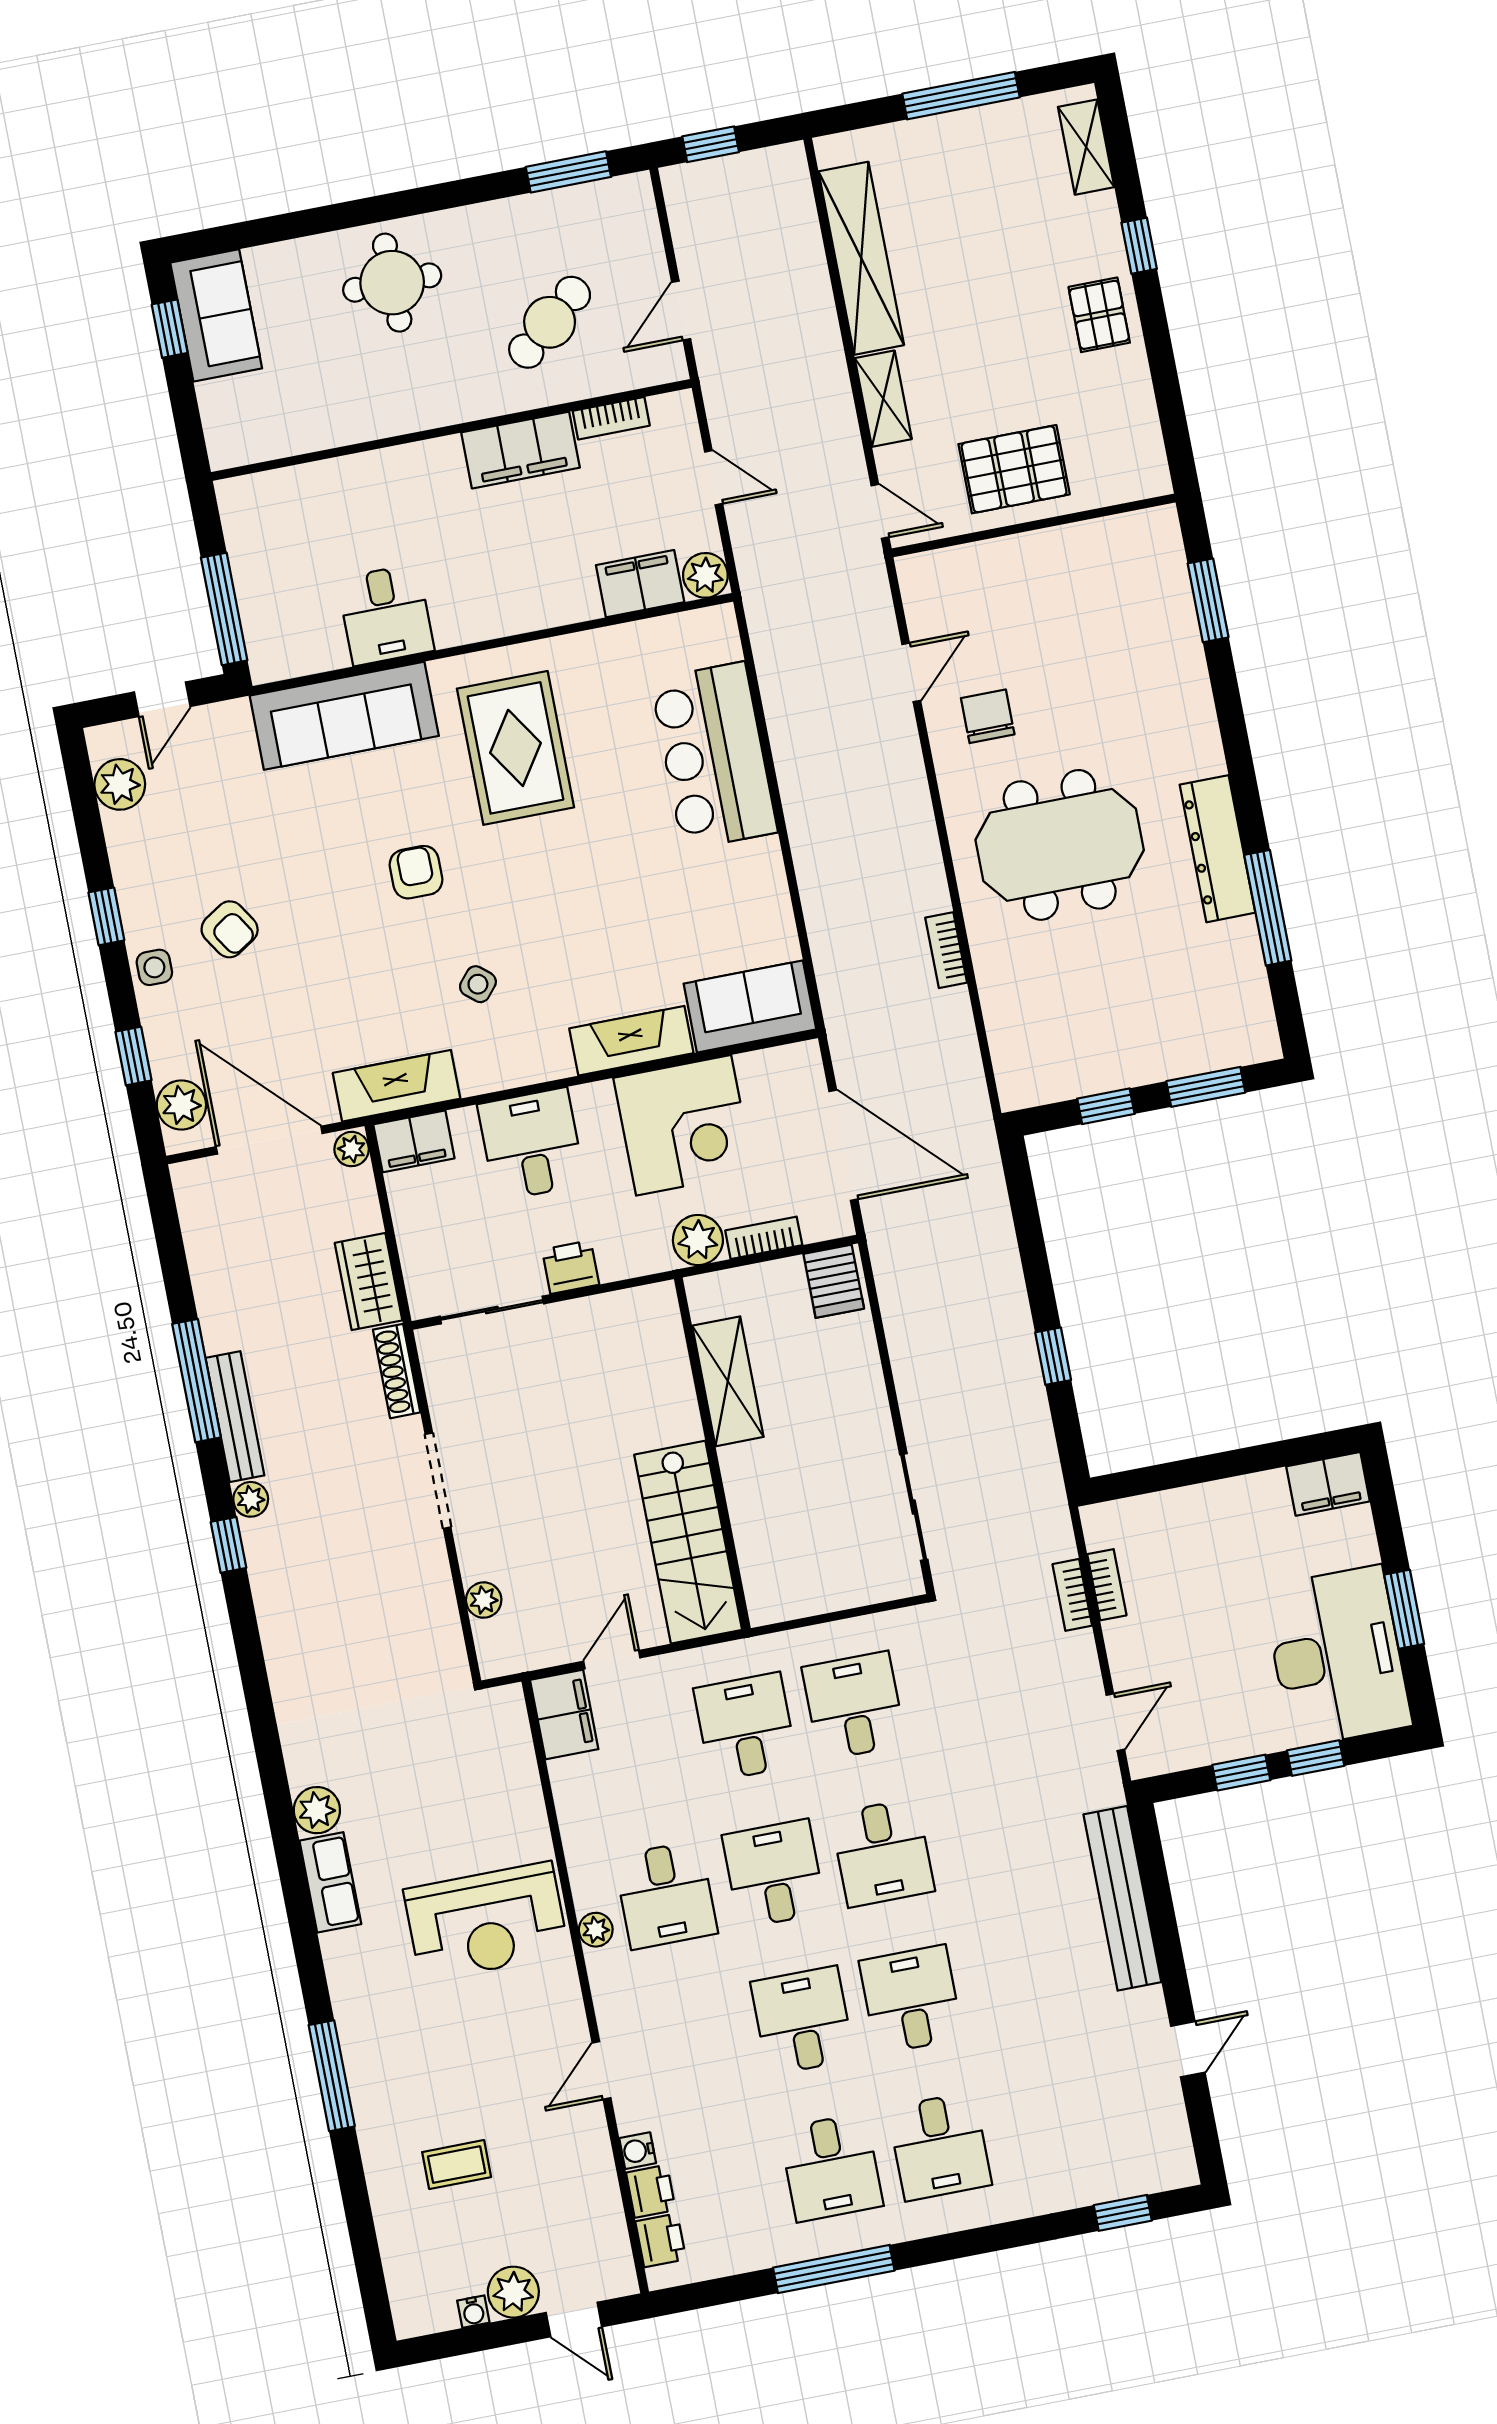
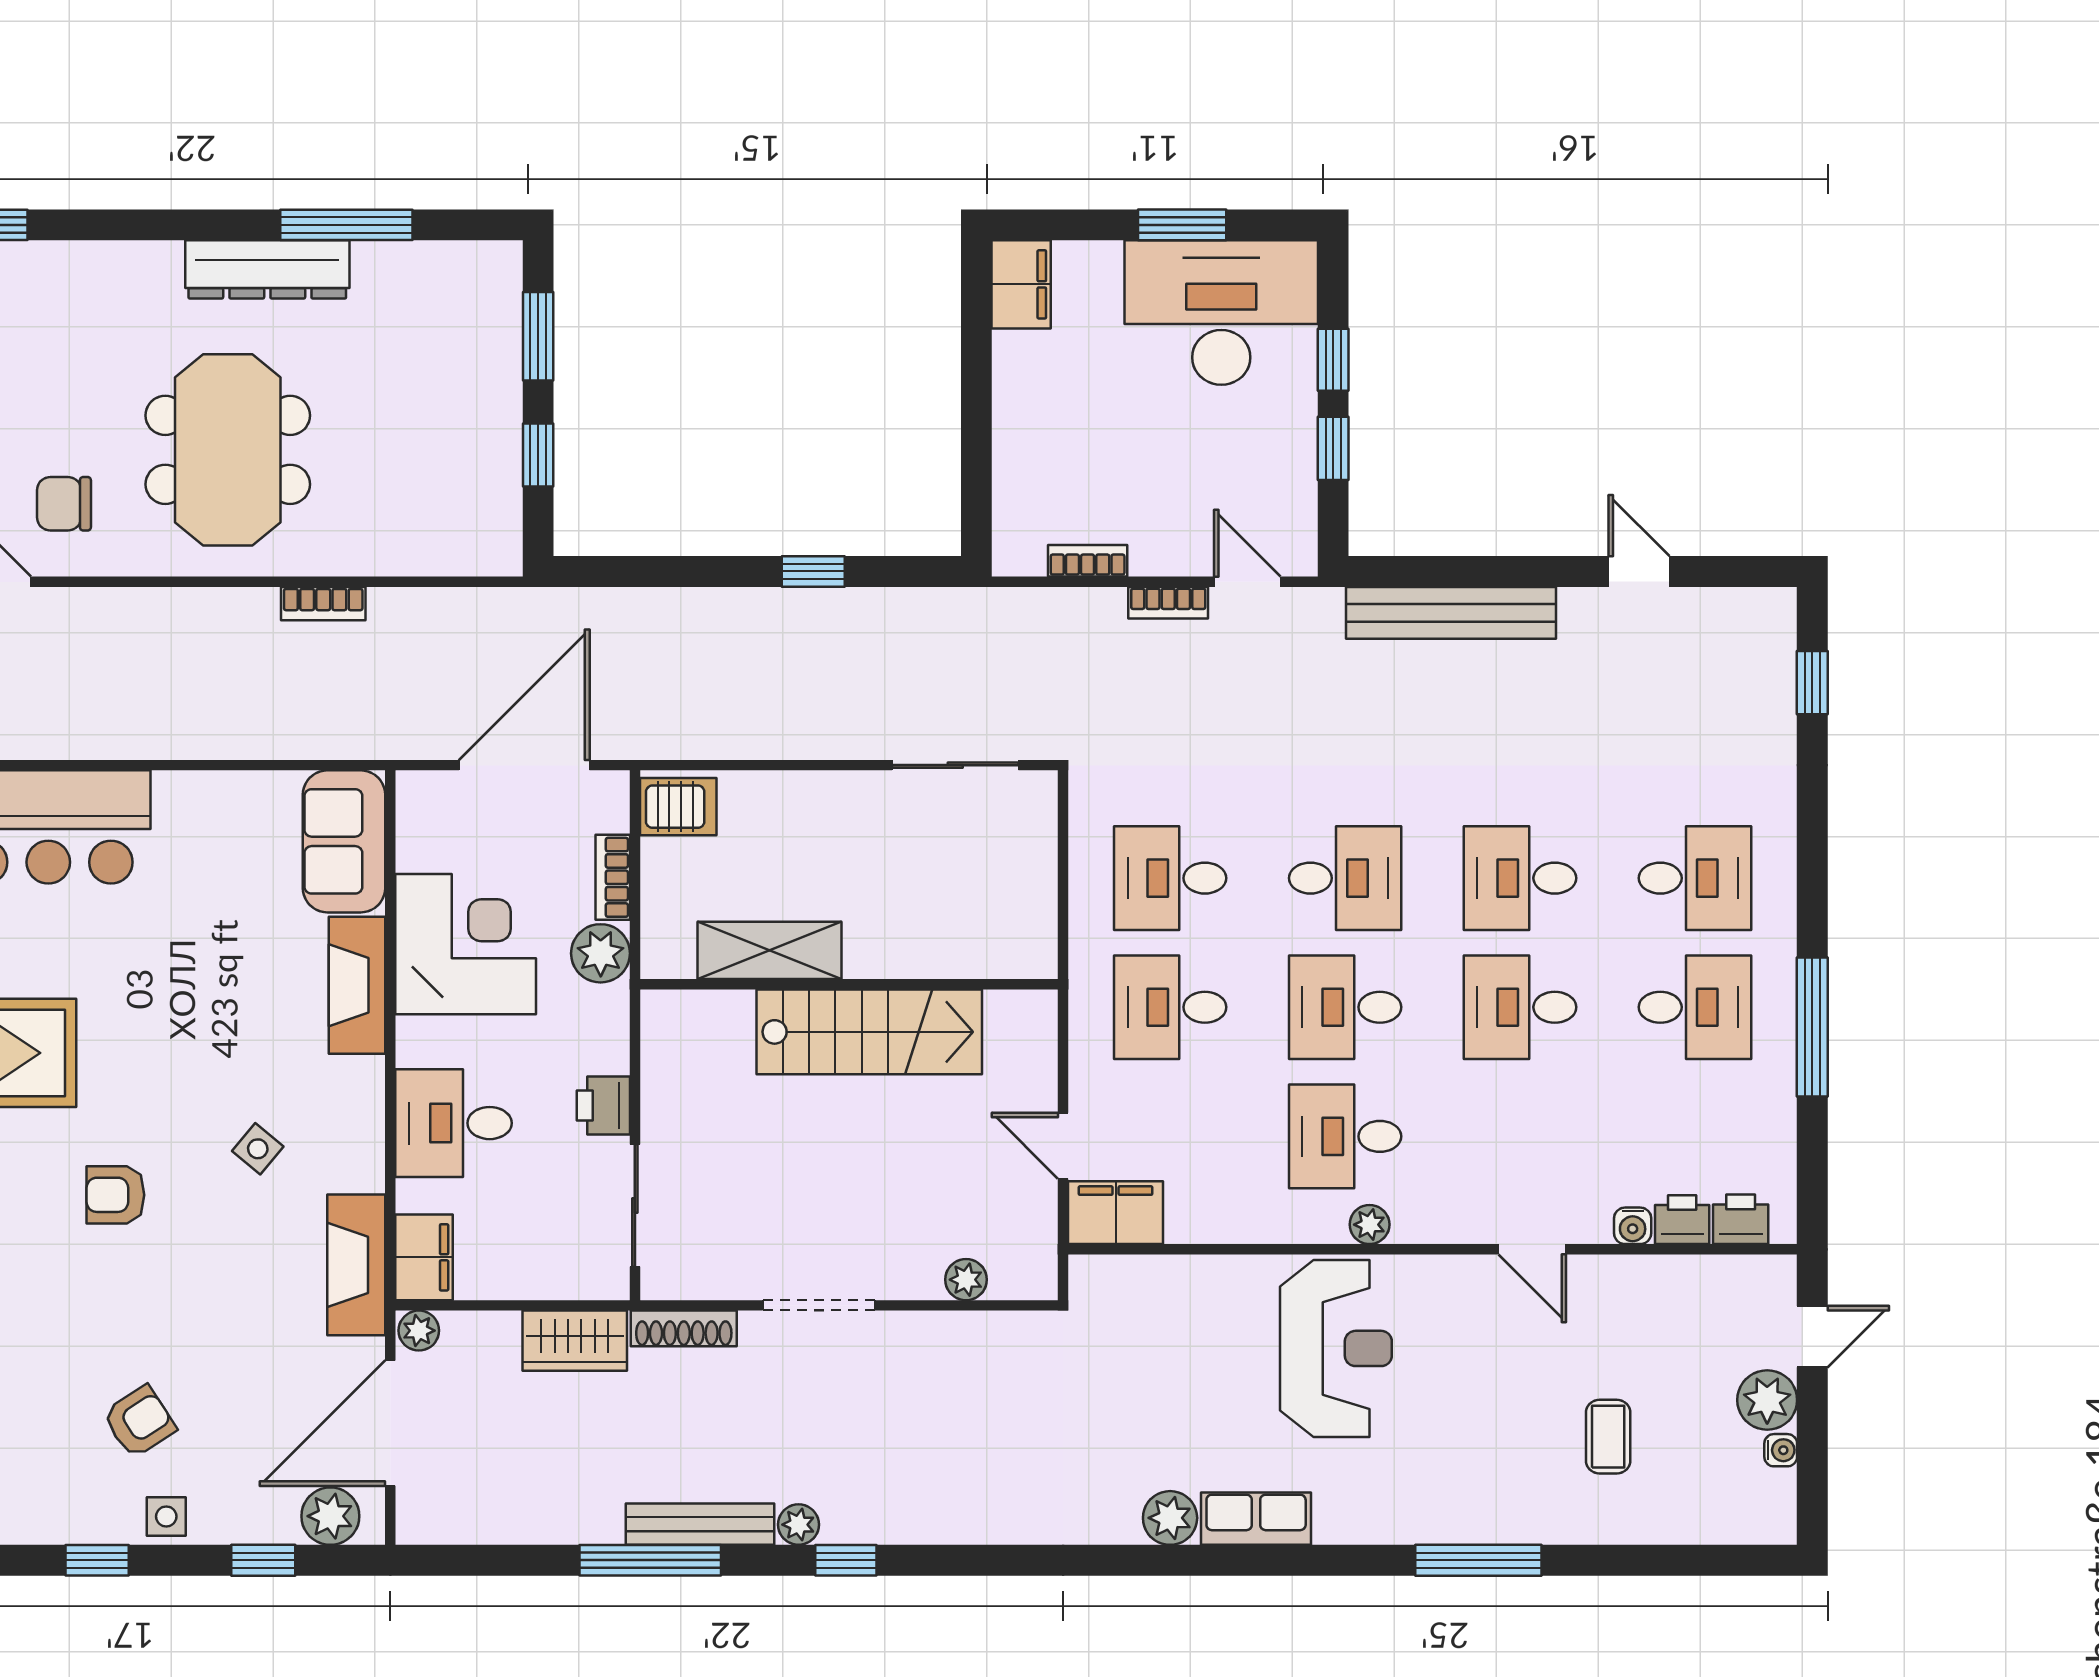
stairs: (688, 1542) -> (869, 1032), moved
bookcase: (1072, 1595) -> (1168, 603), moved
desk: (666, 1895) -> (1345, 1136), turned 180

